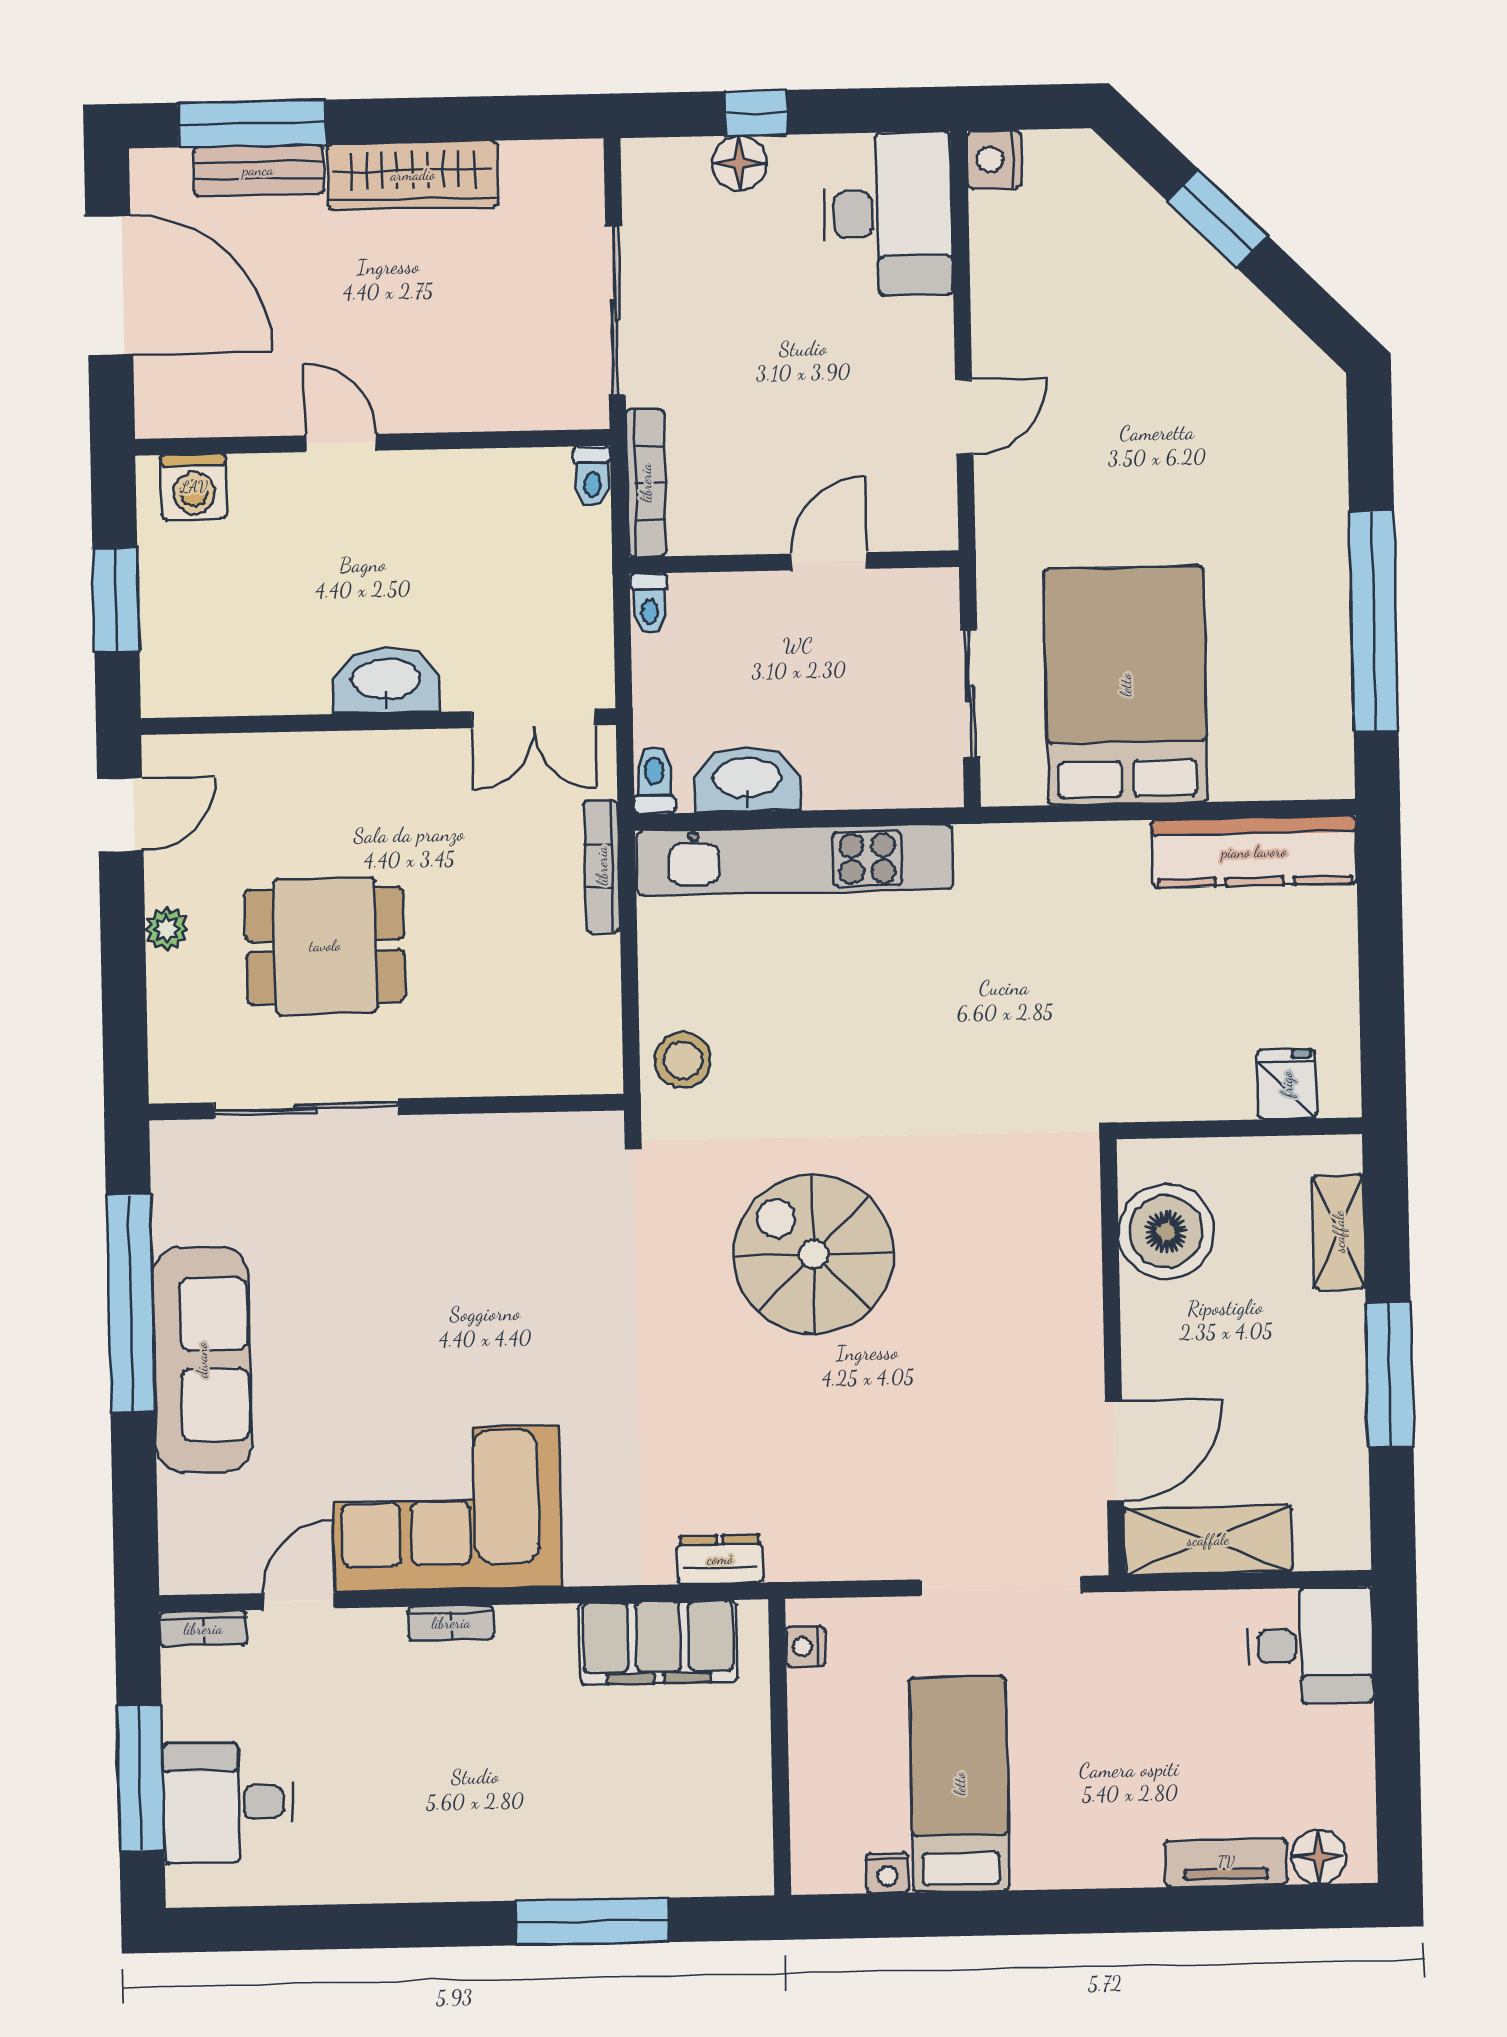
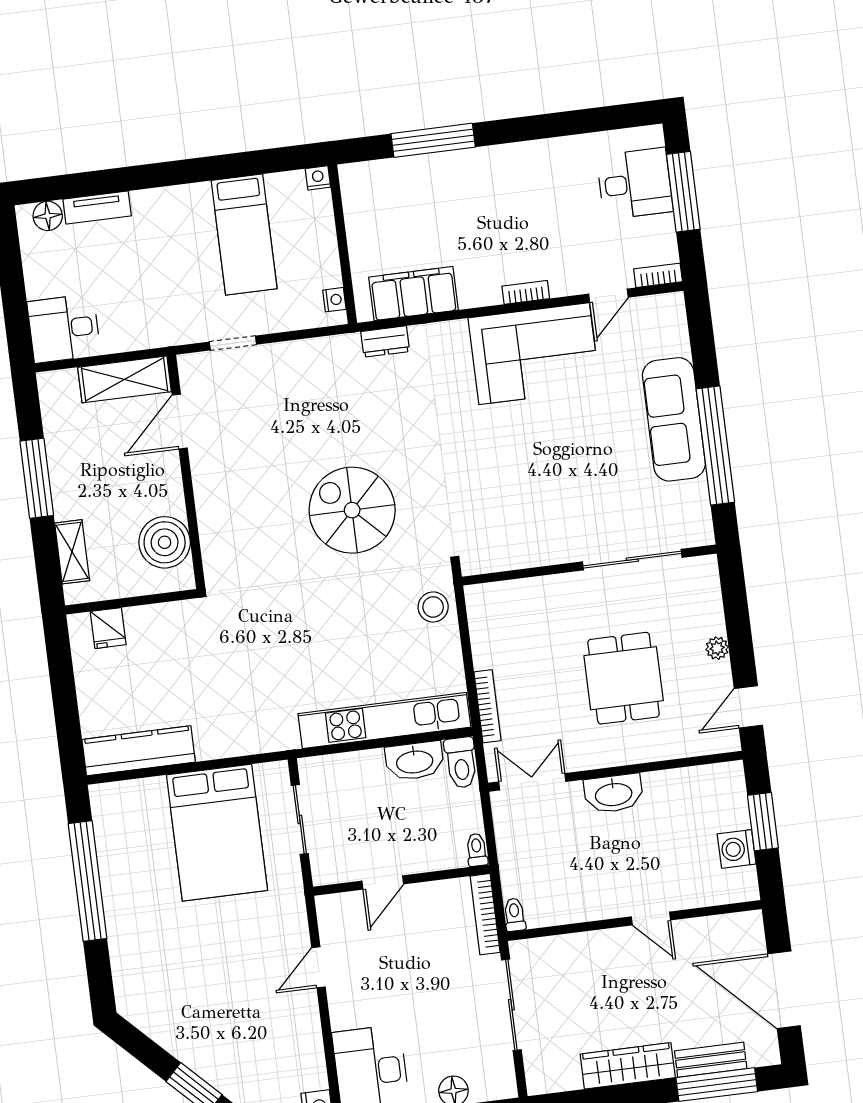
washing machine: (194, 487) -> (737, 849), moved, turned -90
toilet: (654, 780) -> (461, 763), width x1.37, depth x1.39
dining table: (325, 946) -> (624, 678), moved, turned 90
spiral stairs: (814, 1255) -> (352, 510), turned 180
doorway: (1001, 1586) -> (233, 343), width x0.53
nightstand: (887, 1873) -> (318, 178), moved

